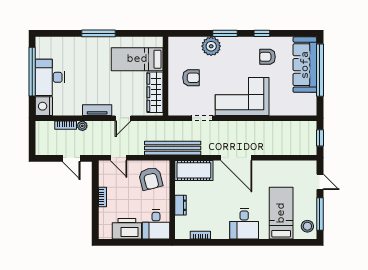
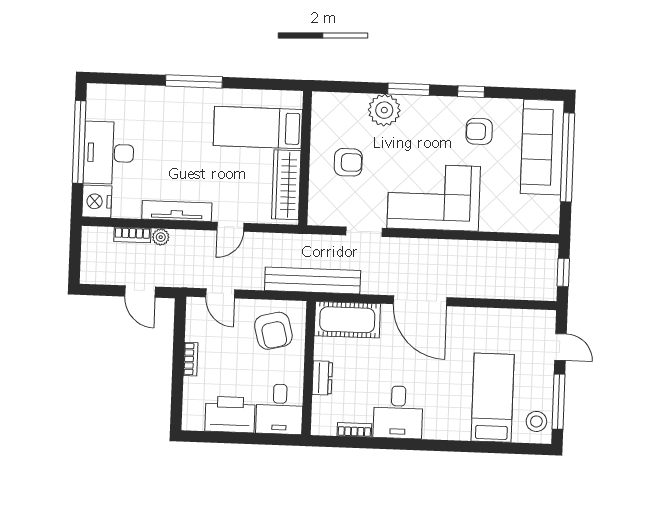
tv unit: (97, 110) -> (177, 211), width x1.41
desk: (244, 224) -> (398, 412), moved

